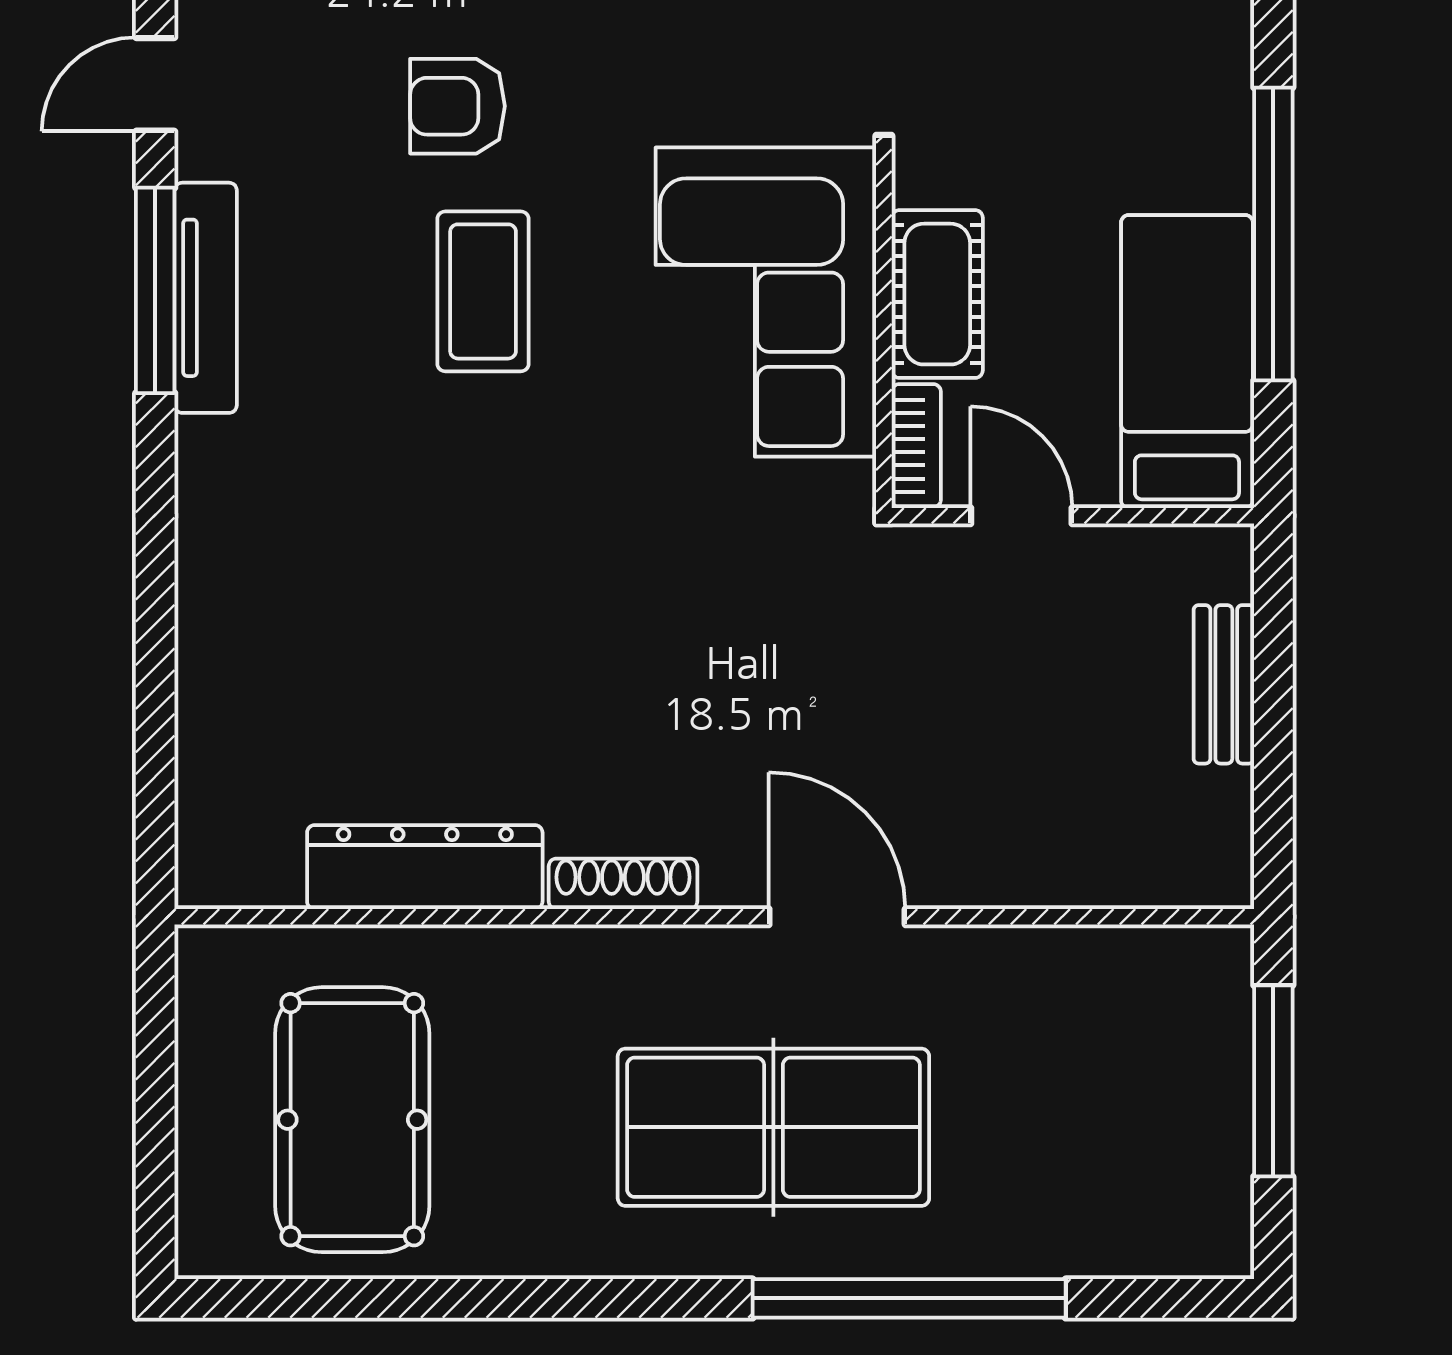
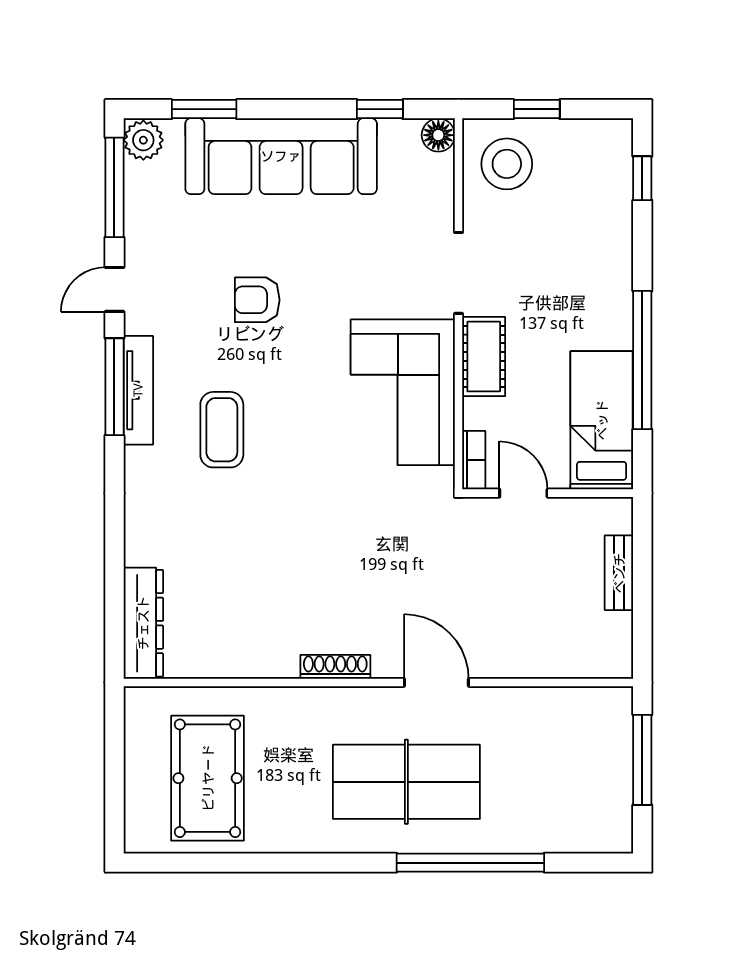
coffee table: (483, 291) -> (222, 430), moved
cot: (937, 294) -> (484, 357), moved
dresser: (425, 867) -> (143, 623), moved, turned 90

